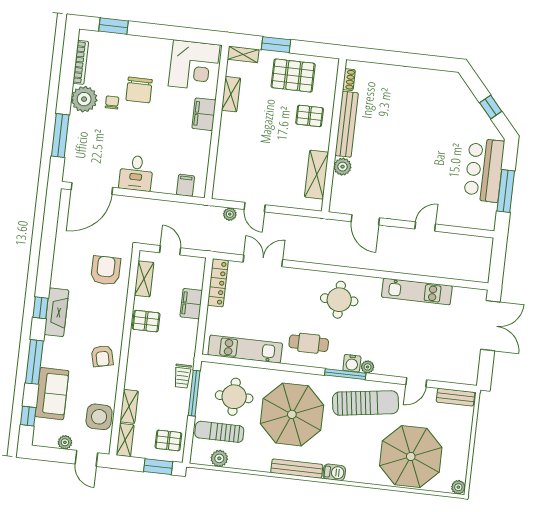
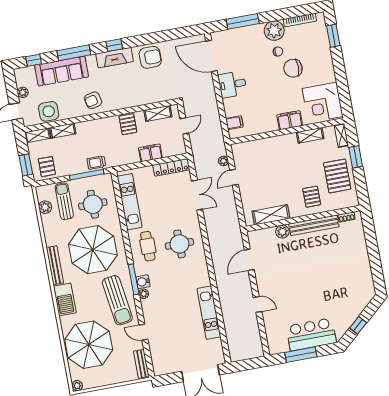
armchair: (106, 270) -> (150, 57), moved
round table: (339, 300) -> (179, 244), moved
sofa: (52, 394) -> (62, 71), width x1.36
barbecue: (334, 472) -> (65, 300), width x1.88, depth x1.53

